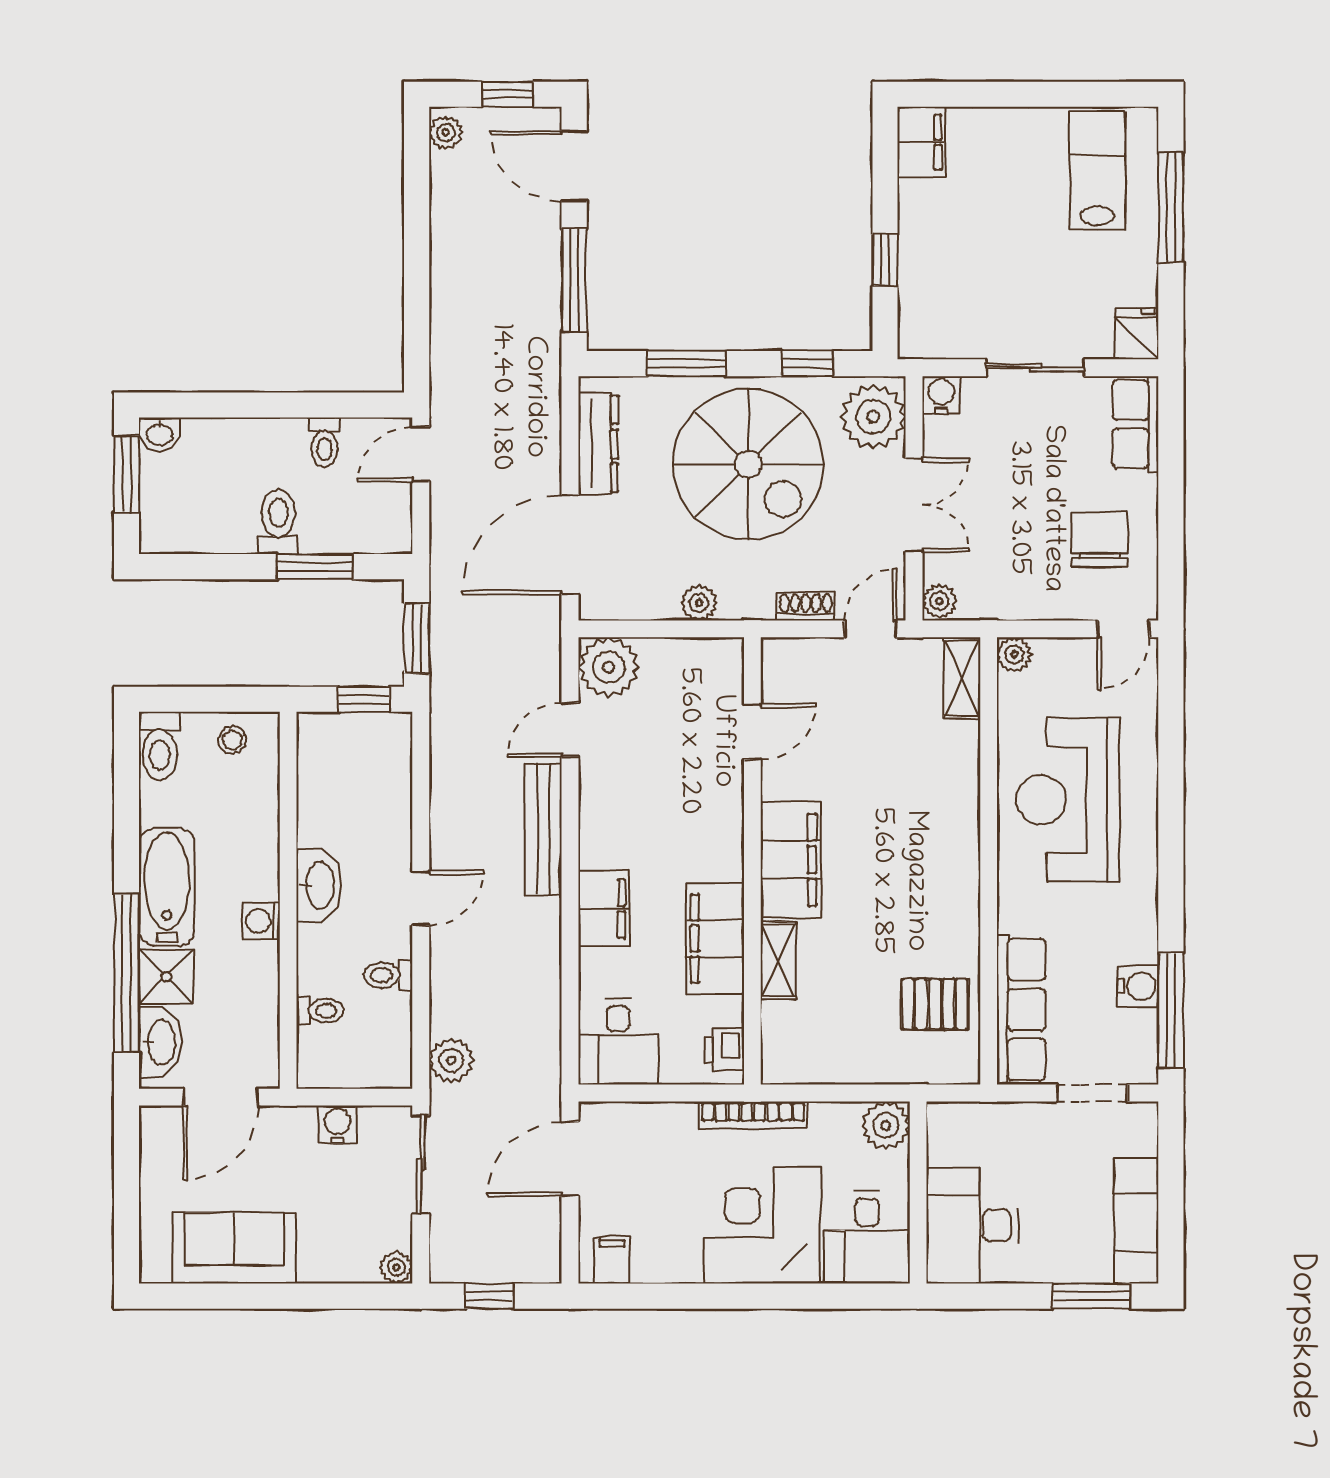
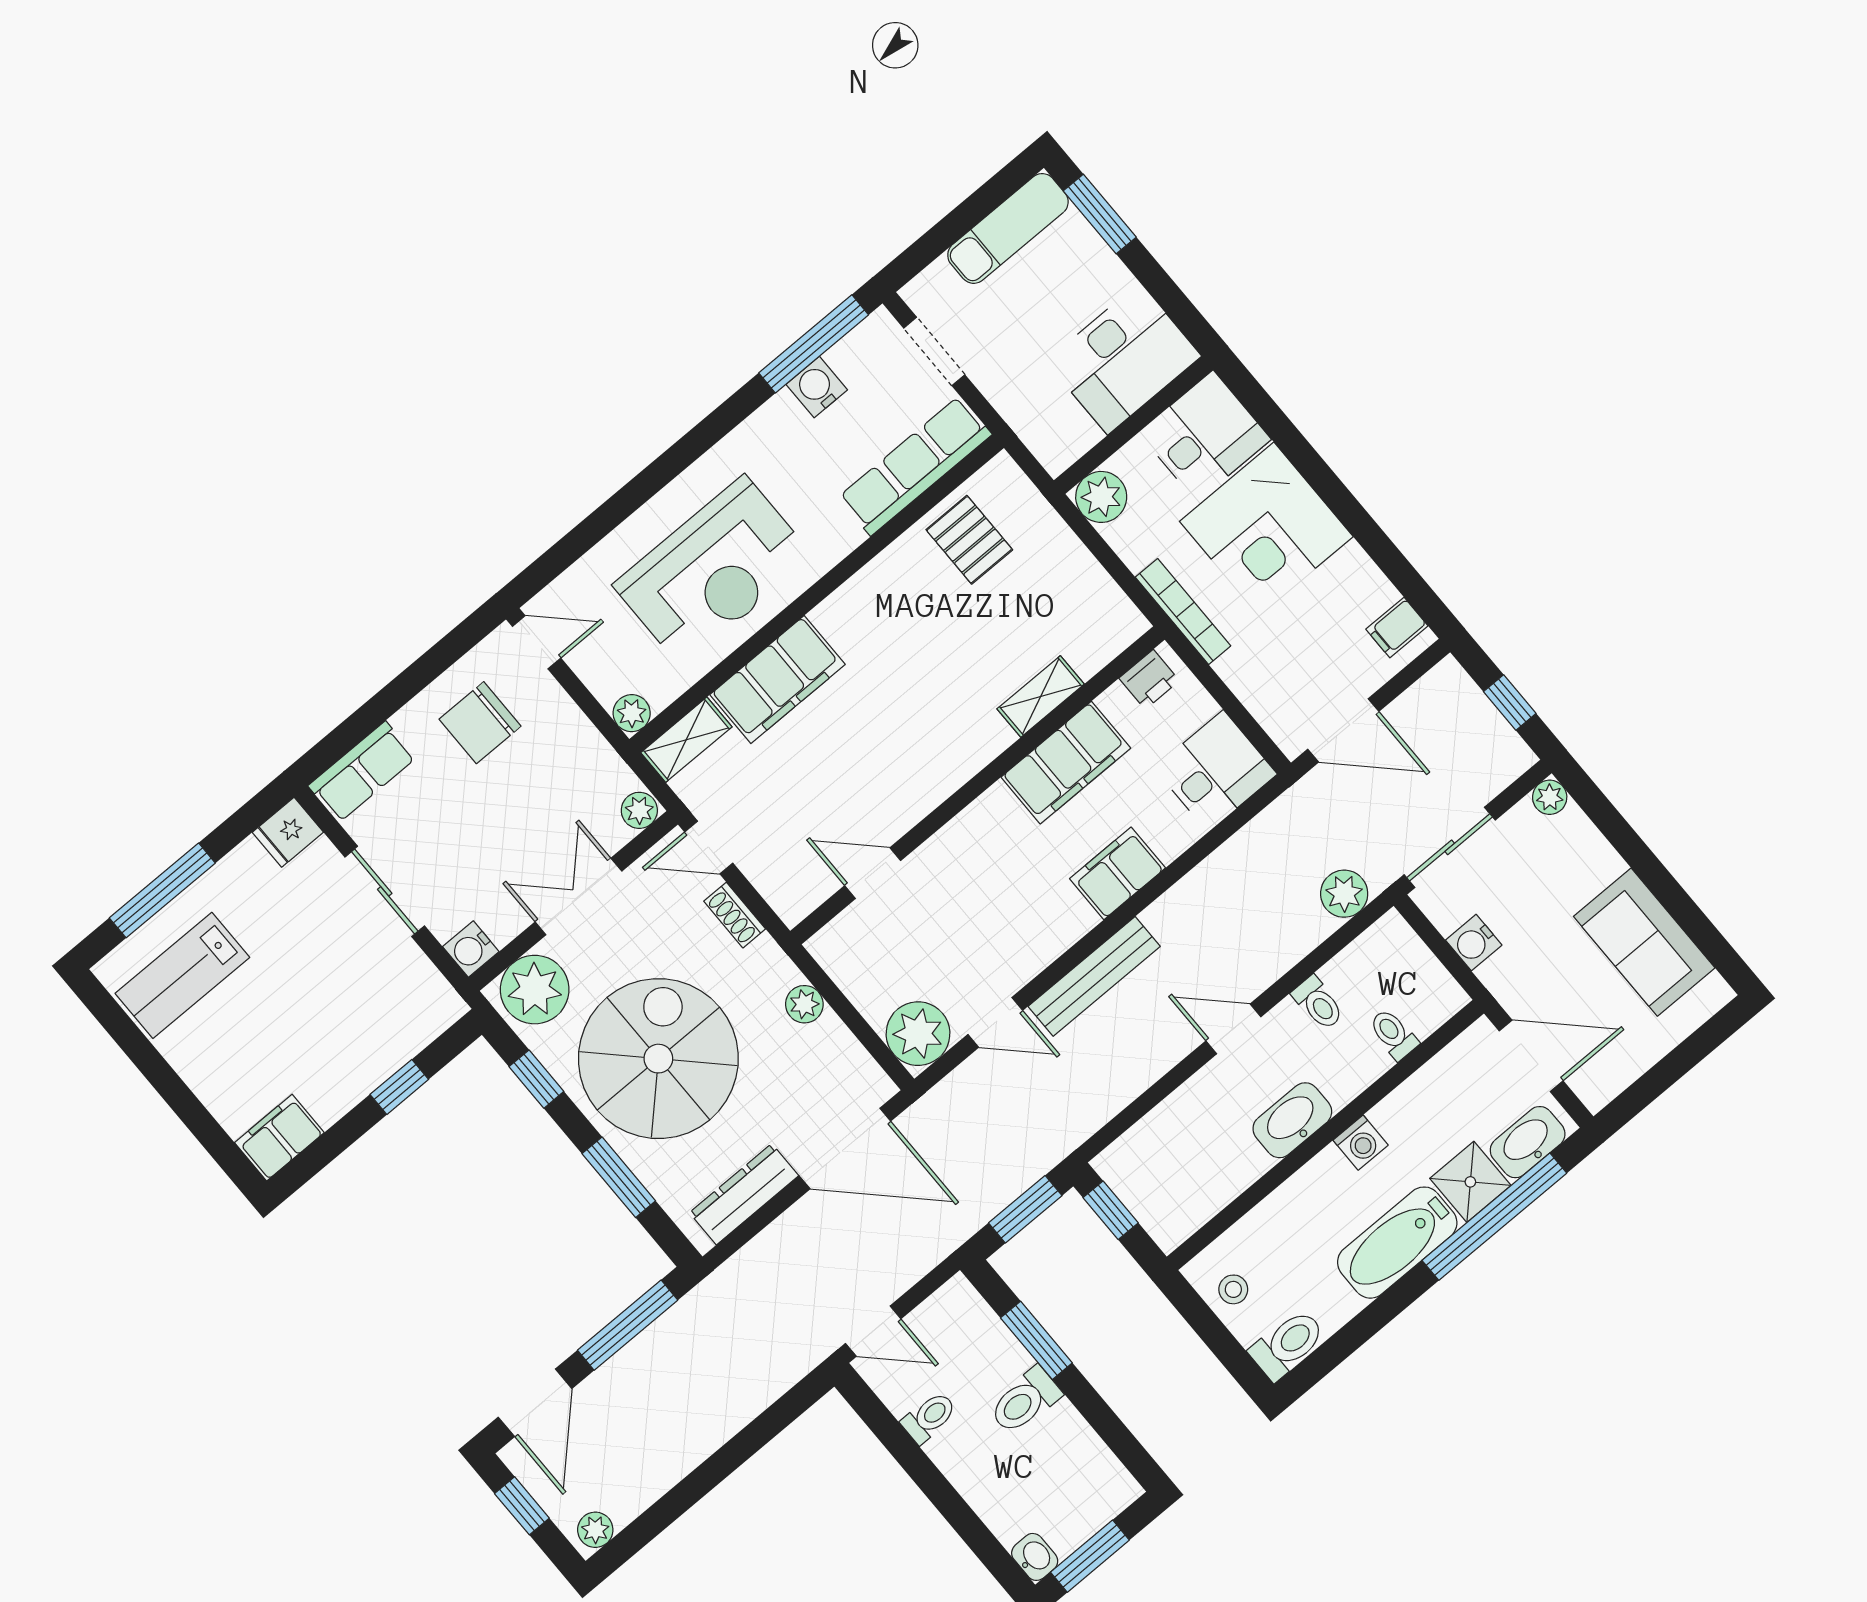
filing cabinet: (791, 860) -> (778, 680), moved, turned 180

